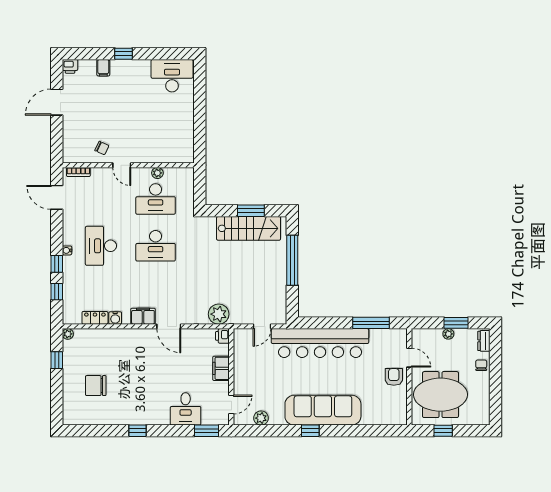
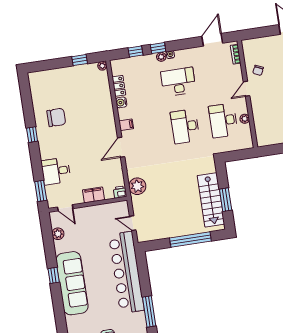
plant: (68, 262) -> (161, 57), added
filing cabinet: (143, 316) -> (126, 125), width x0.50
chair: (96, 386) -> (56, 117), moved, turned 90

